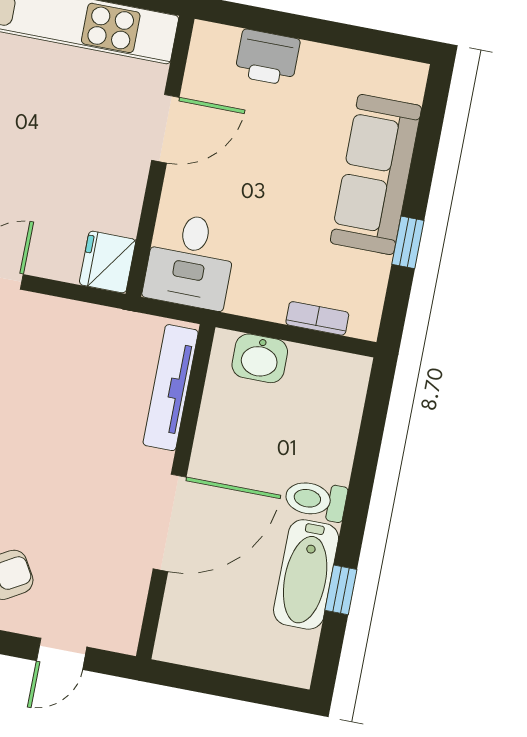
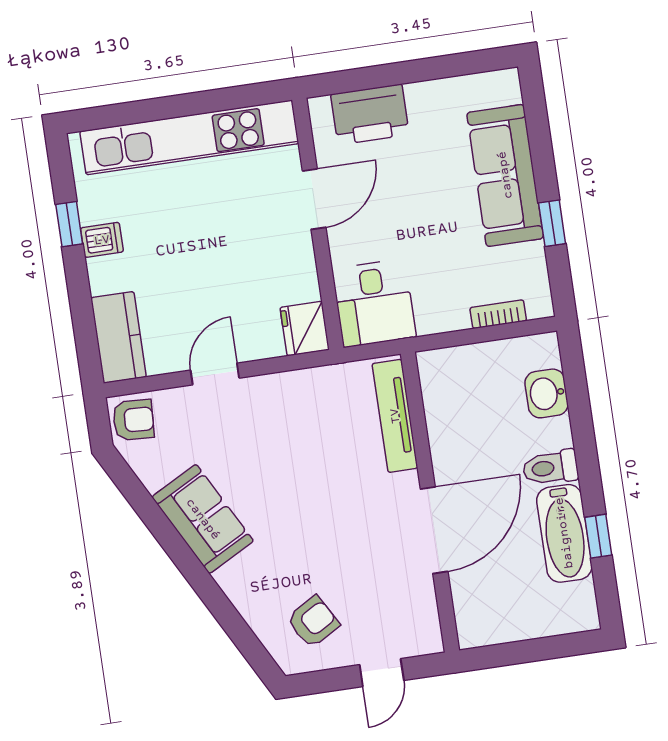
printer: (267, 58) -> (370, 114), width x1.37, depth x1.19
washbasin: (260, 358) -> (546, 393), moved, turned 90

